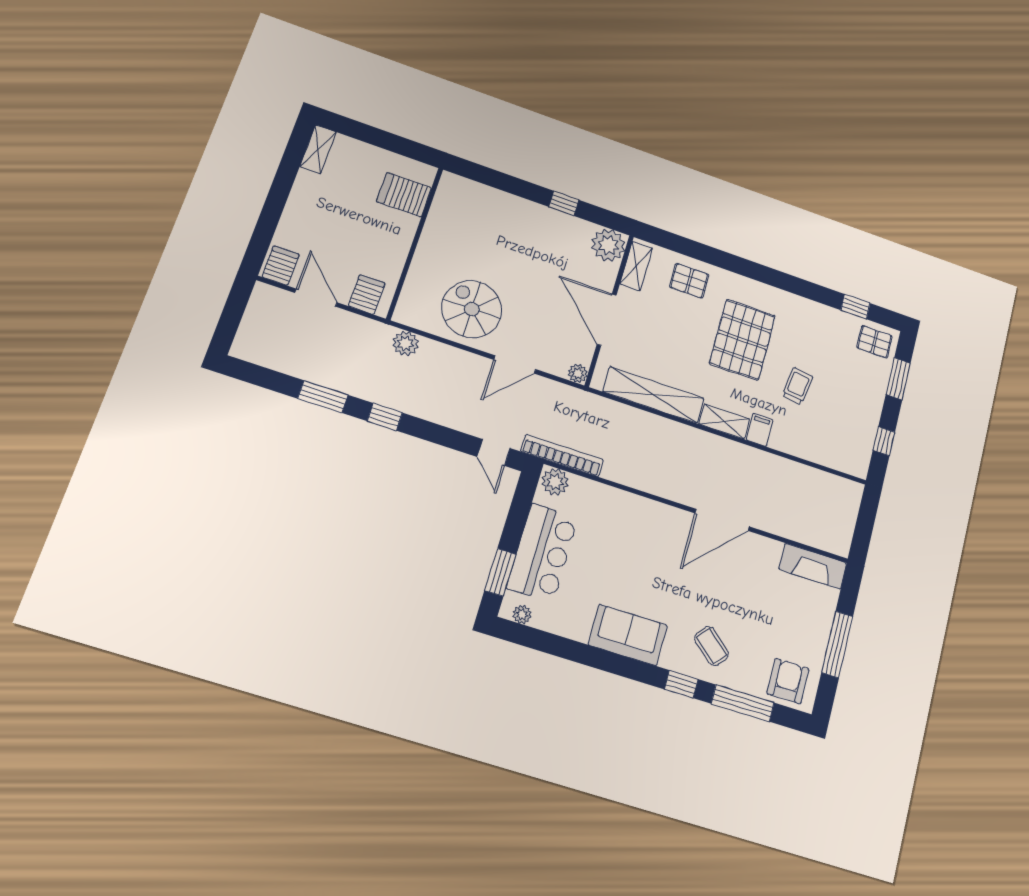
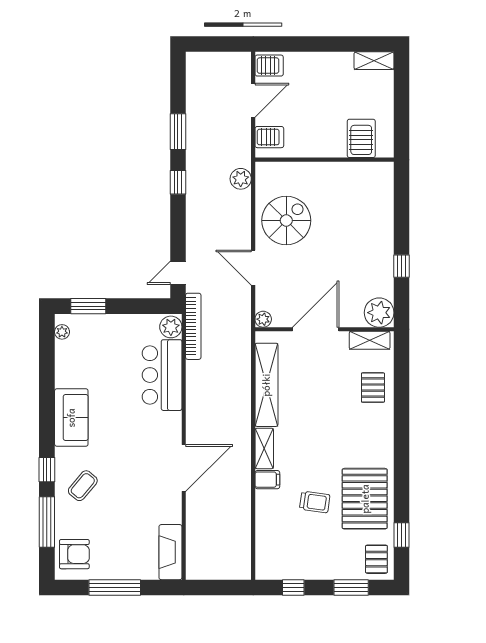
pallet: (742, 340) -> (365, 499), moved, turned 90
door: (722, 520) -> (184, 468), swing flipped
bar counter: (542, 553) -> (162, 375), moved, turned 90

